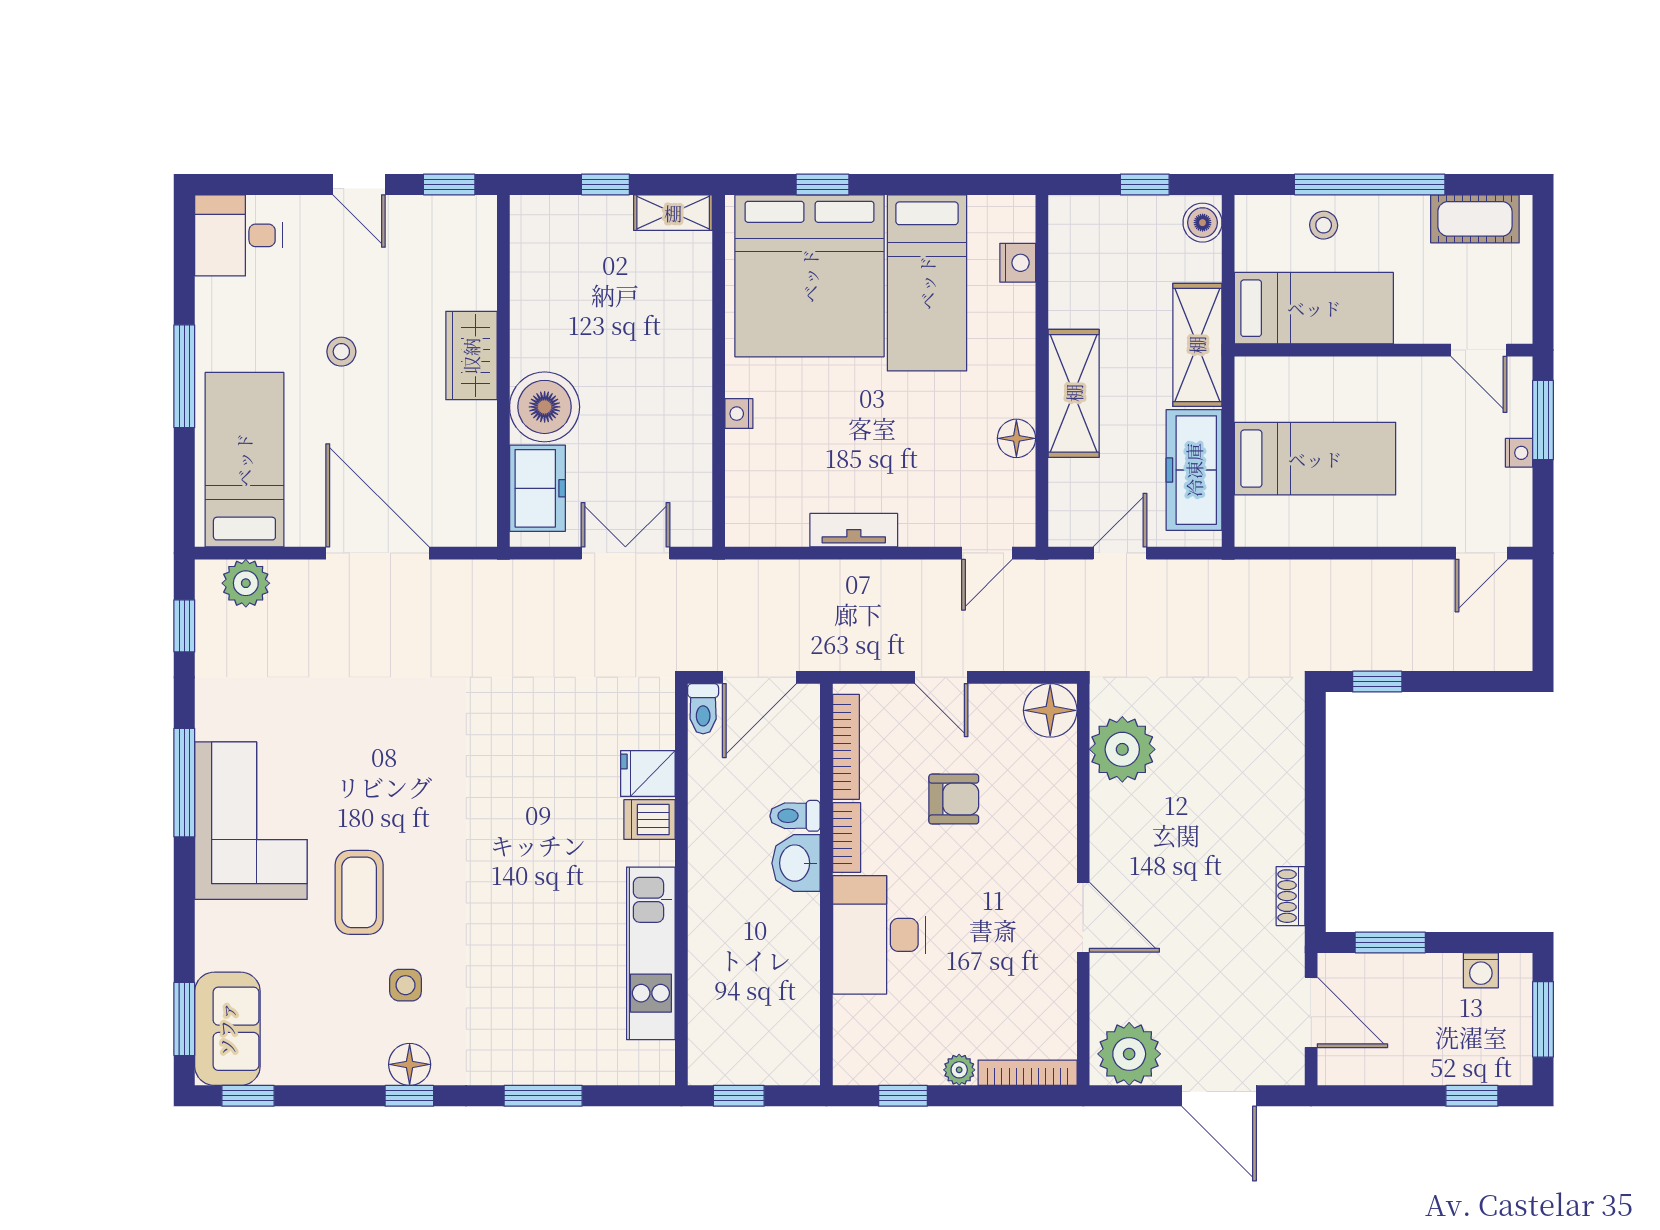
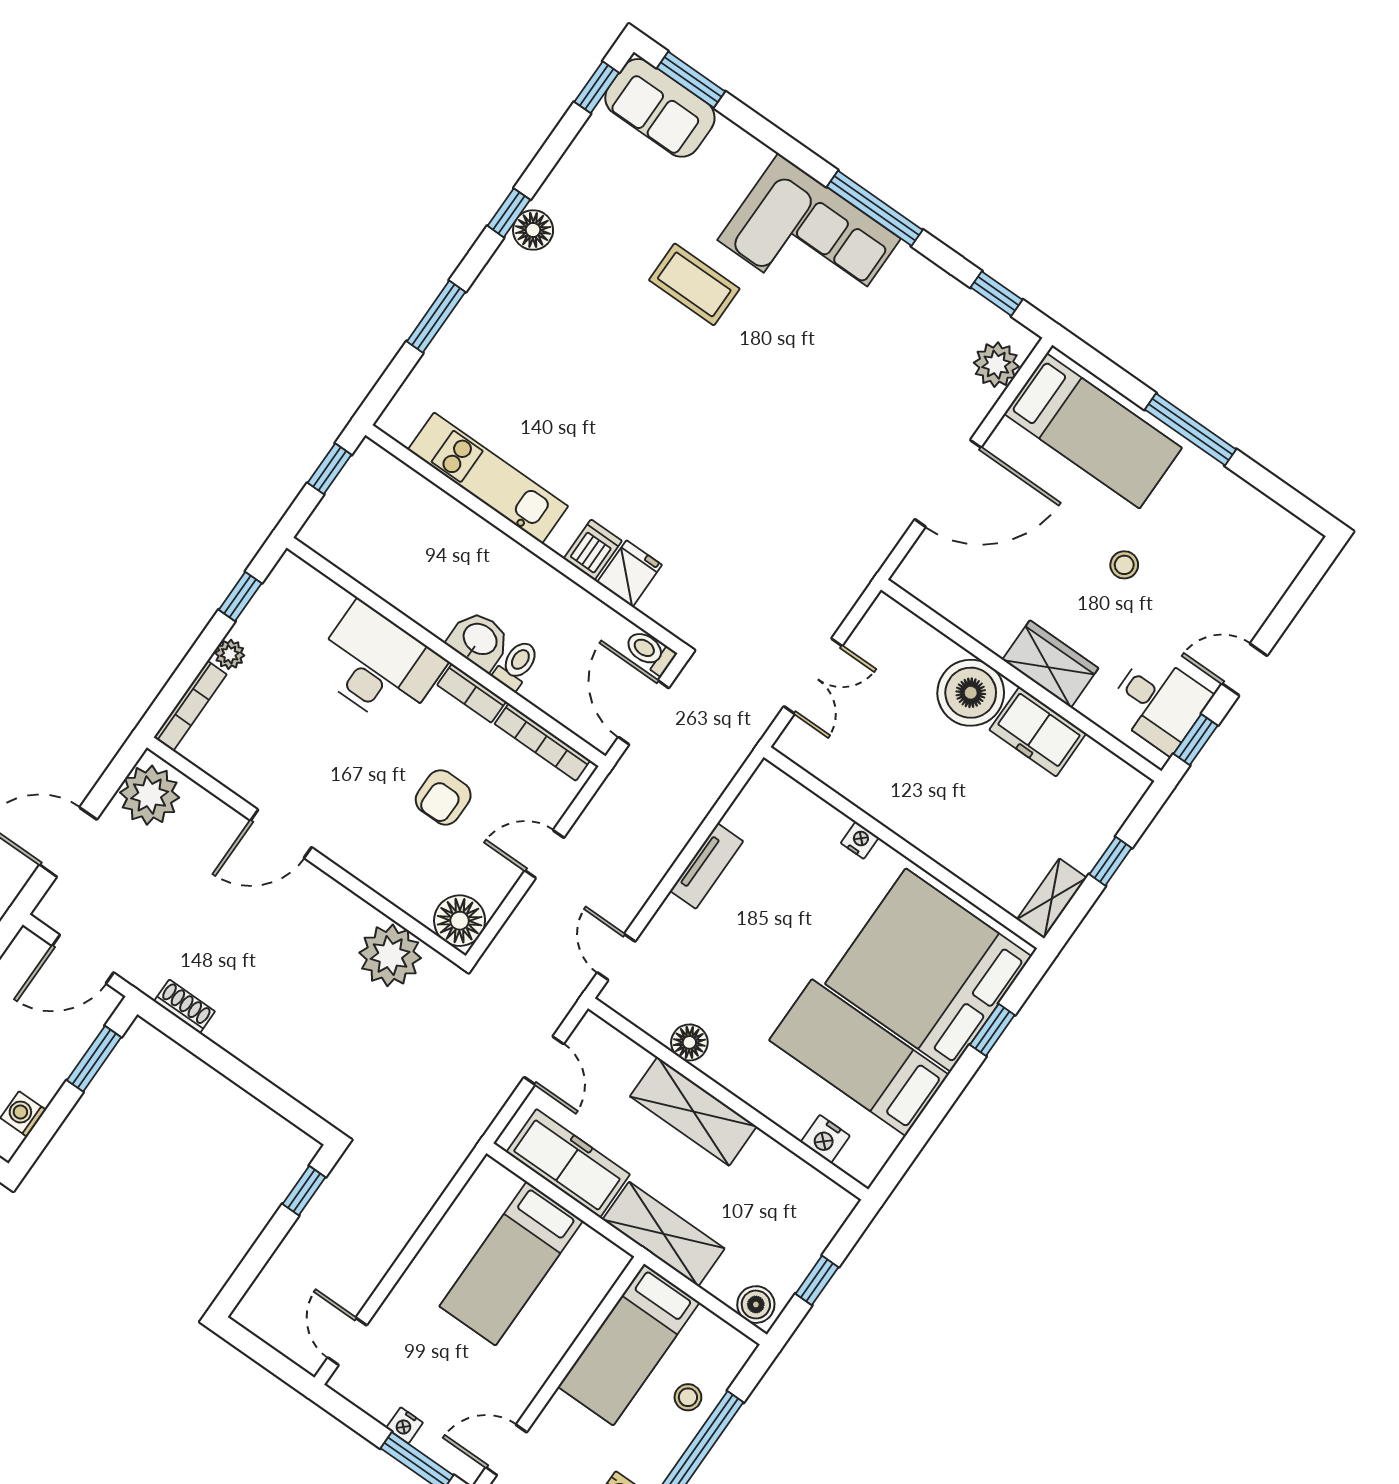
desk: (238, 235) -> (1159, 702), moved, turned 90
freezer: (537, 488) -> (1038, 732), moved
side table: (406, 985) -> (597, 270), removed

